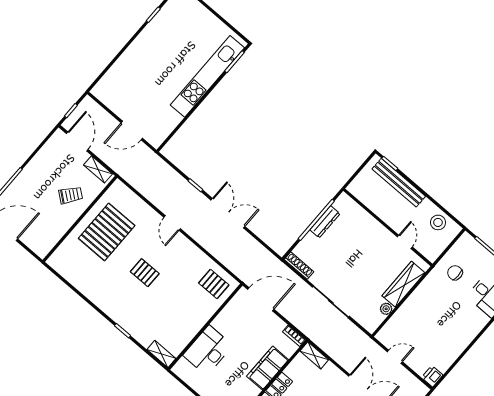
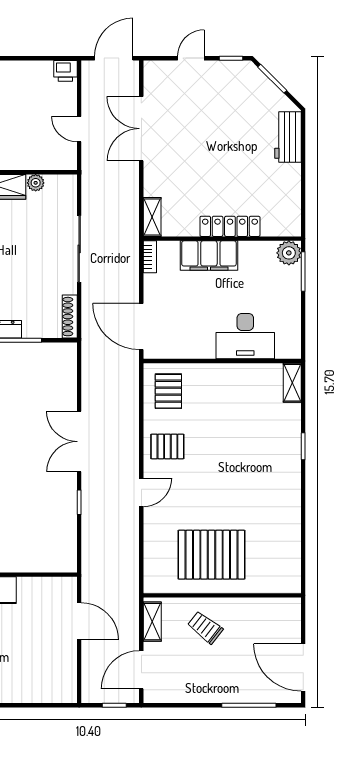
pallet: (145, 273) -> (167, 446), moved, turned 90

